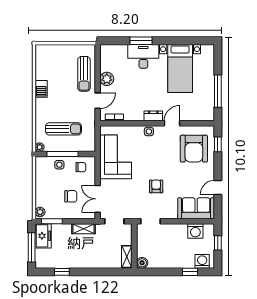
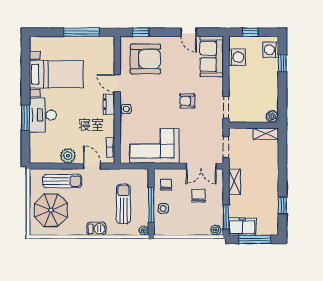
parasol: (58, 64) -> (51, 210), added
barbecue: (41, 89) -> (96, 229), moved

